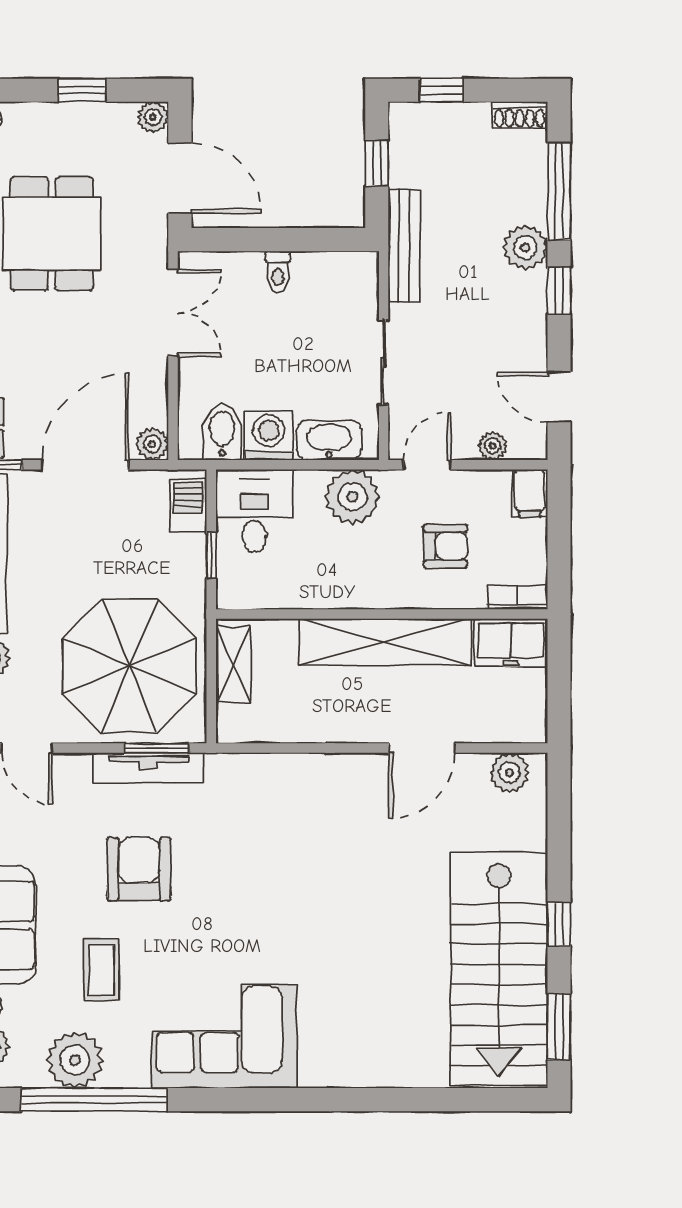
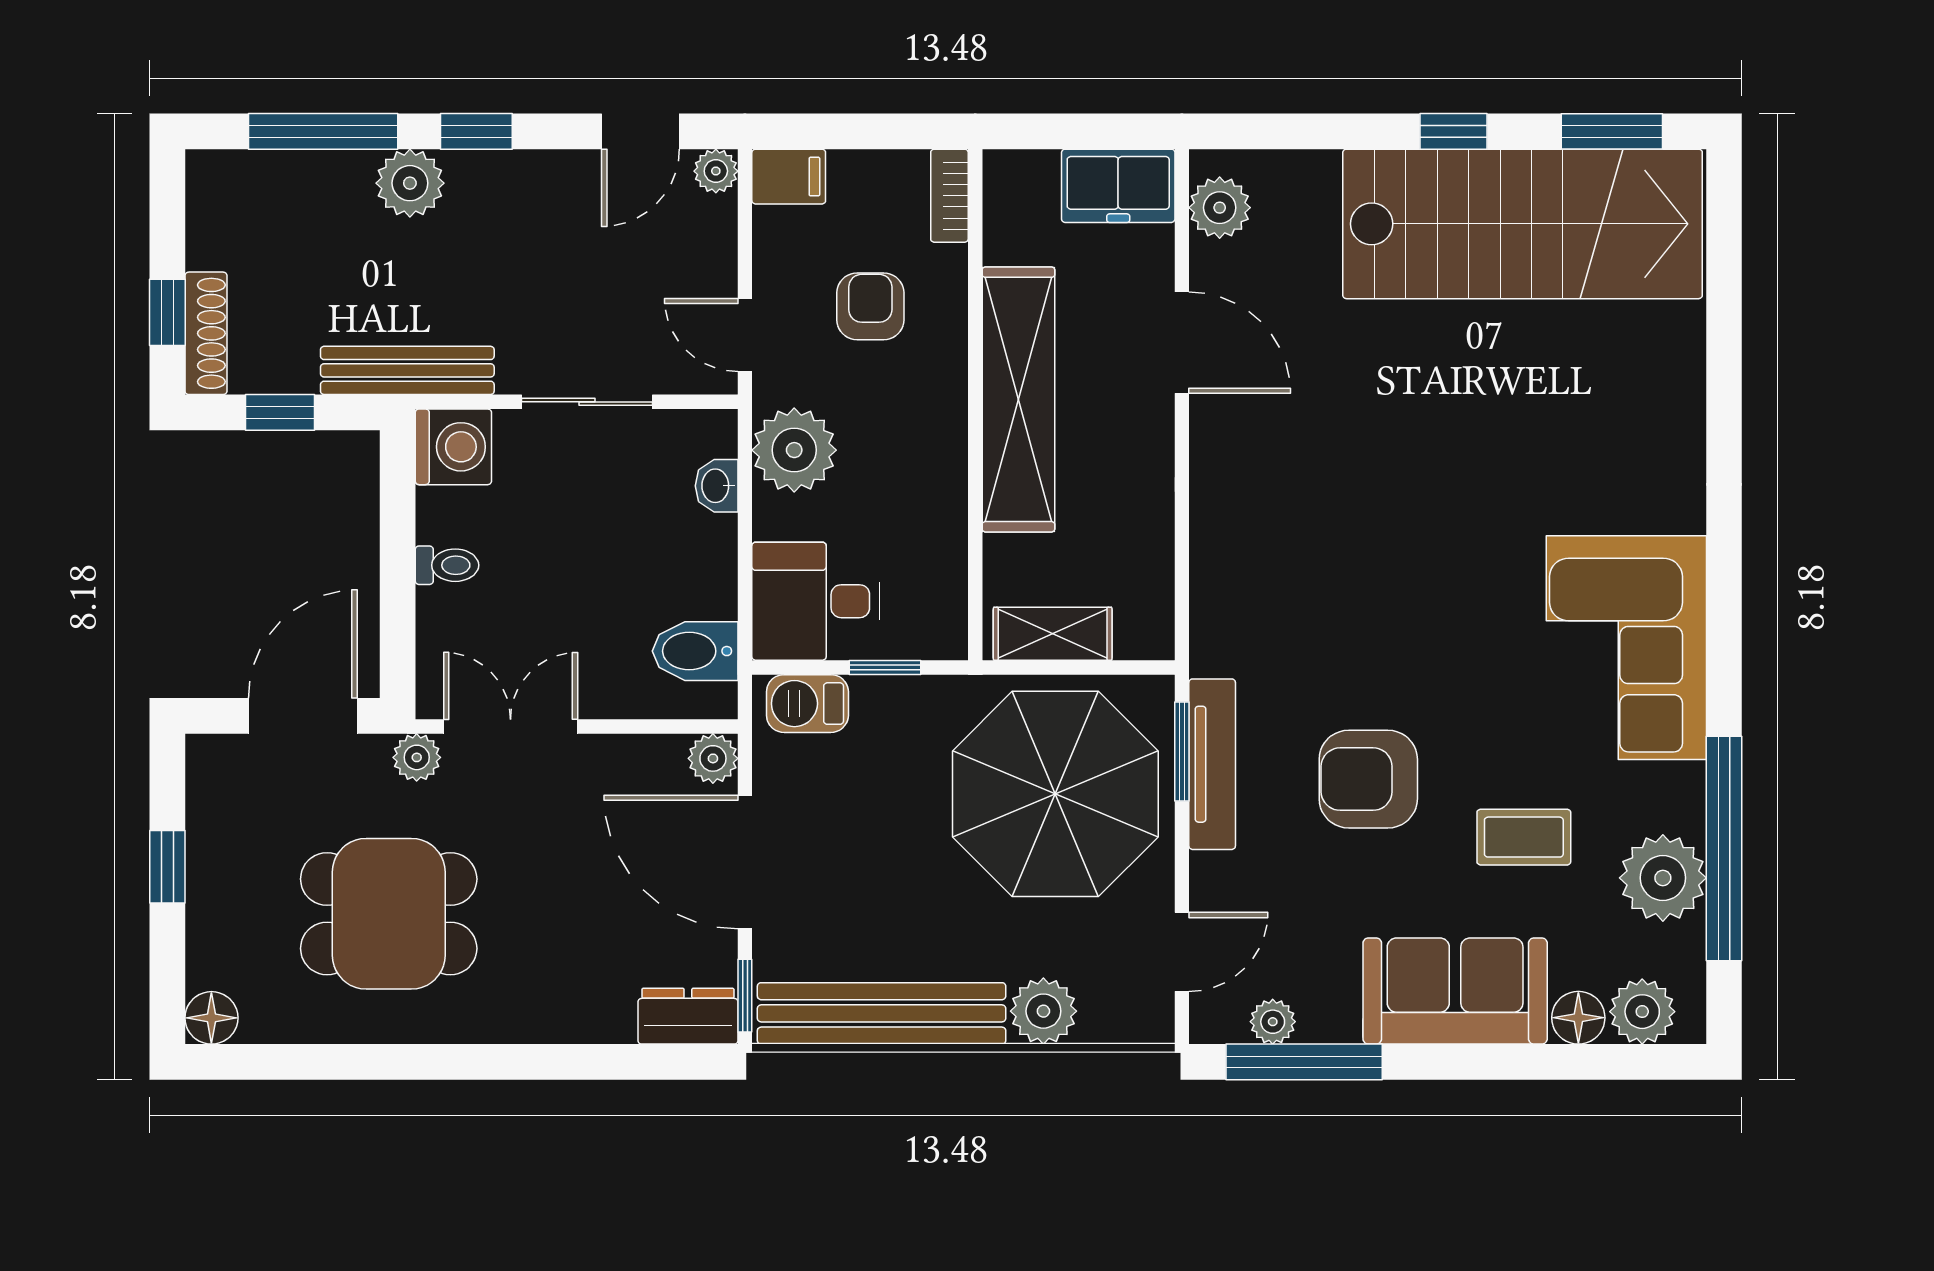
shoe rack: (520, 115) -> (206, 333), moved, width x1.43
plant: (153, 117) -> (417, 757), moved
washing machine: (269, 436) -> (453, 447), moved, turned 180
washbasin: (329, 440) -> (717, 486), width x0.52, depth x0.69
plant: (492, 446) -> (716, 171), moved
freezer: (511, 643) -> (1118, 186), moved, turned 90

